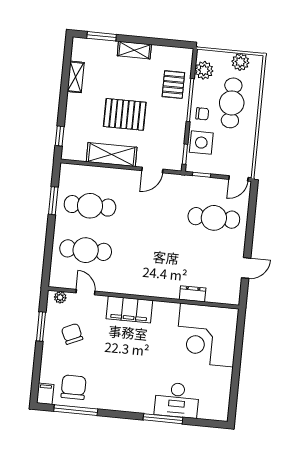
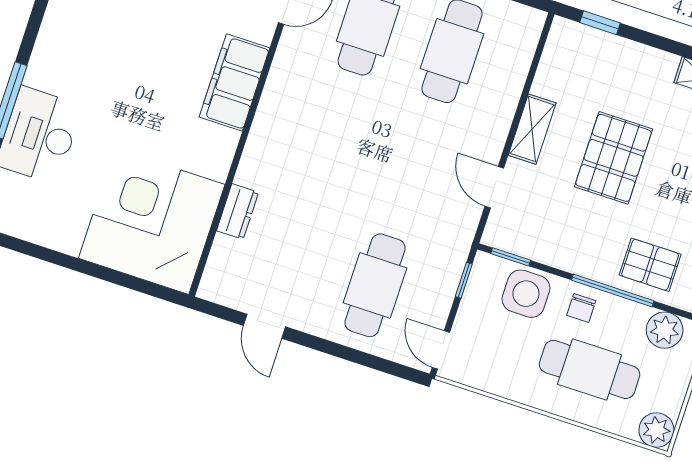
plant: (240, 62) -> (656, 430), moved
shelving: (112, 154) -> (532, 129), width x0.67, depth x0.75

